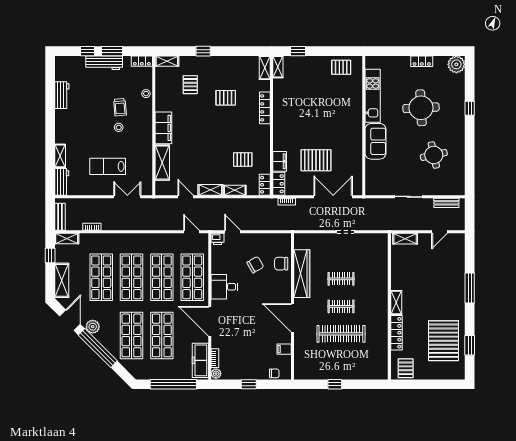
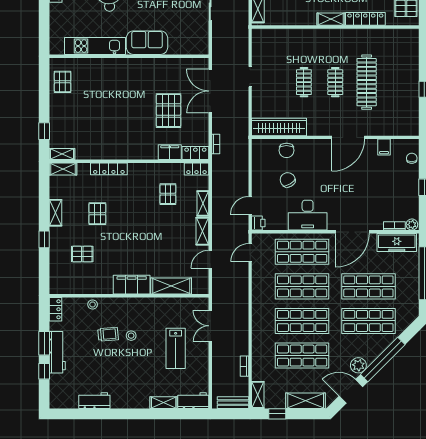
shelving: (167, 61) -> (55, 213), moved
wardrobe: (302, 274) -> (279, 127), moved
desk: (224, 287) -> (308, 215), width x1.37

